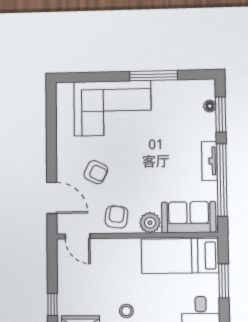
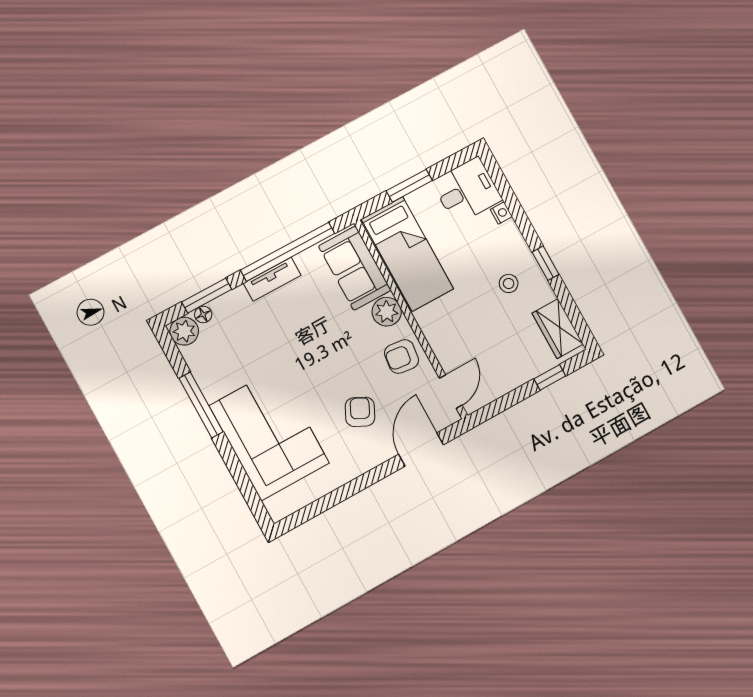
plant: (206, 89) -> (184, 331), added

